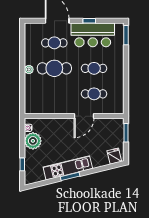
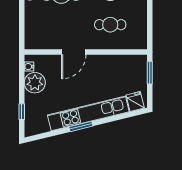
door: (84, 116) -> (74, 52), moved
kitchen unit: (68, 168) -> (88, 113), width x1.36

